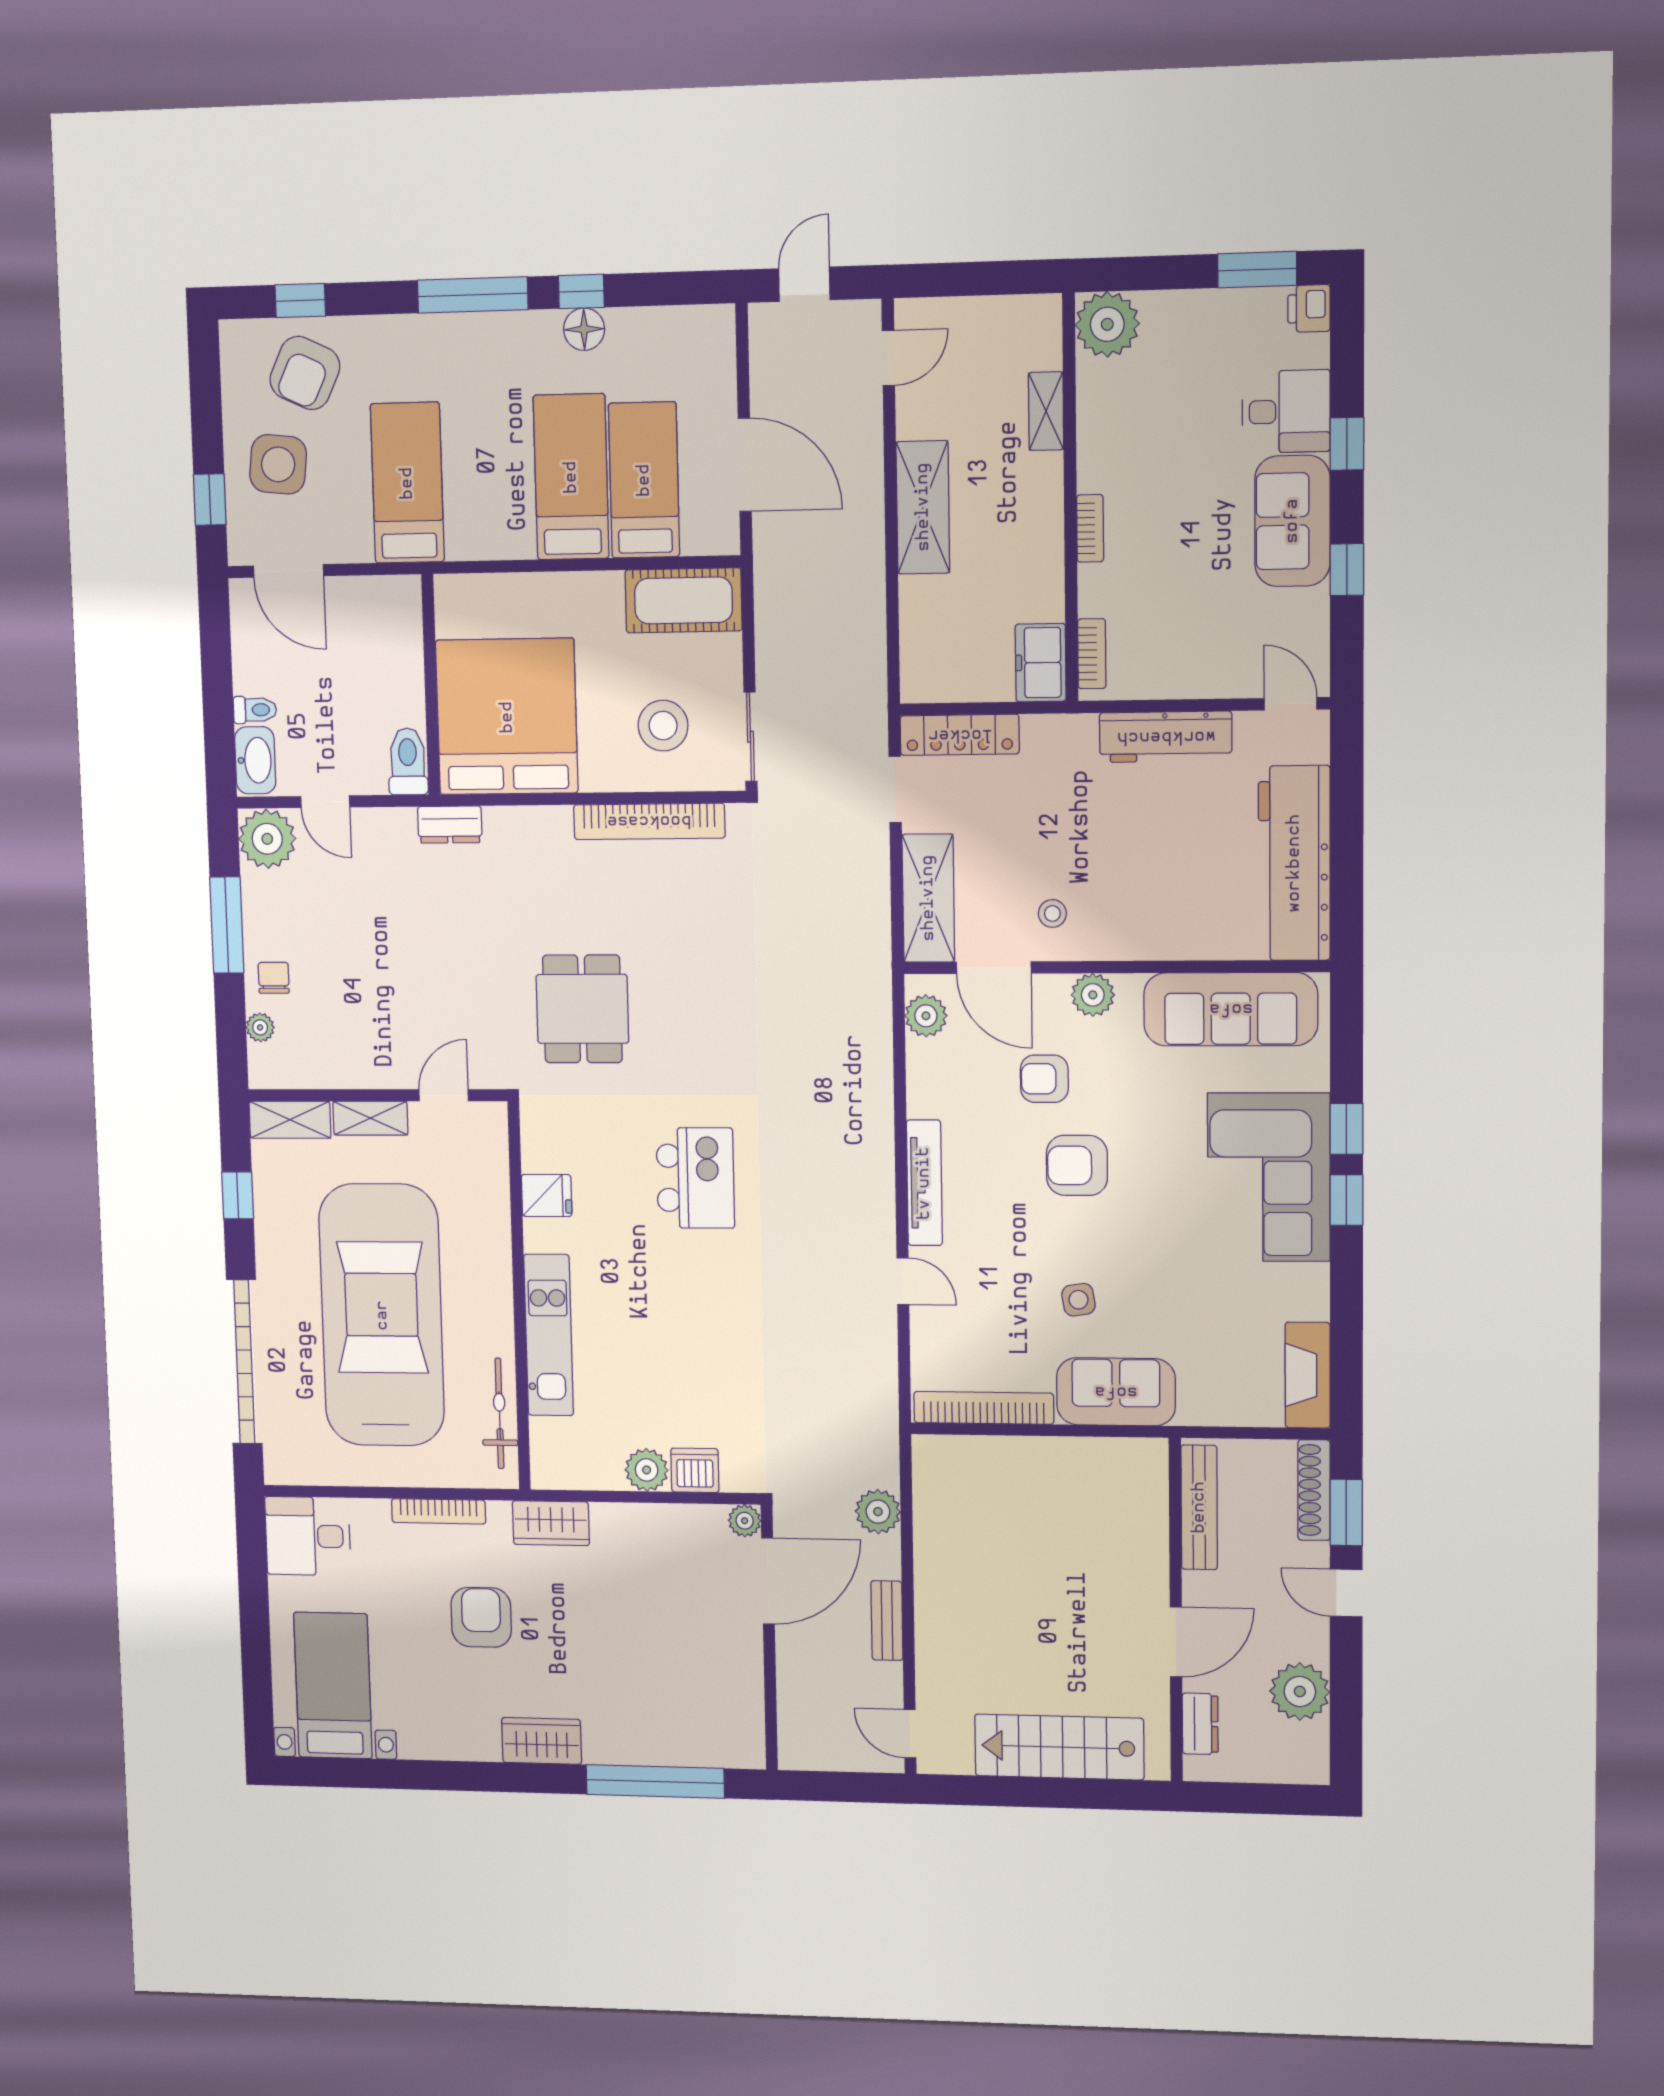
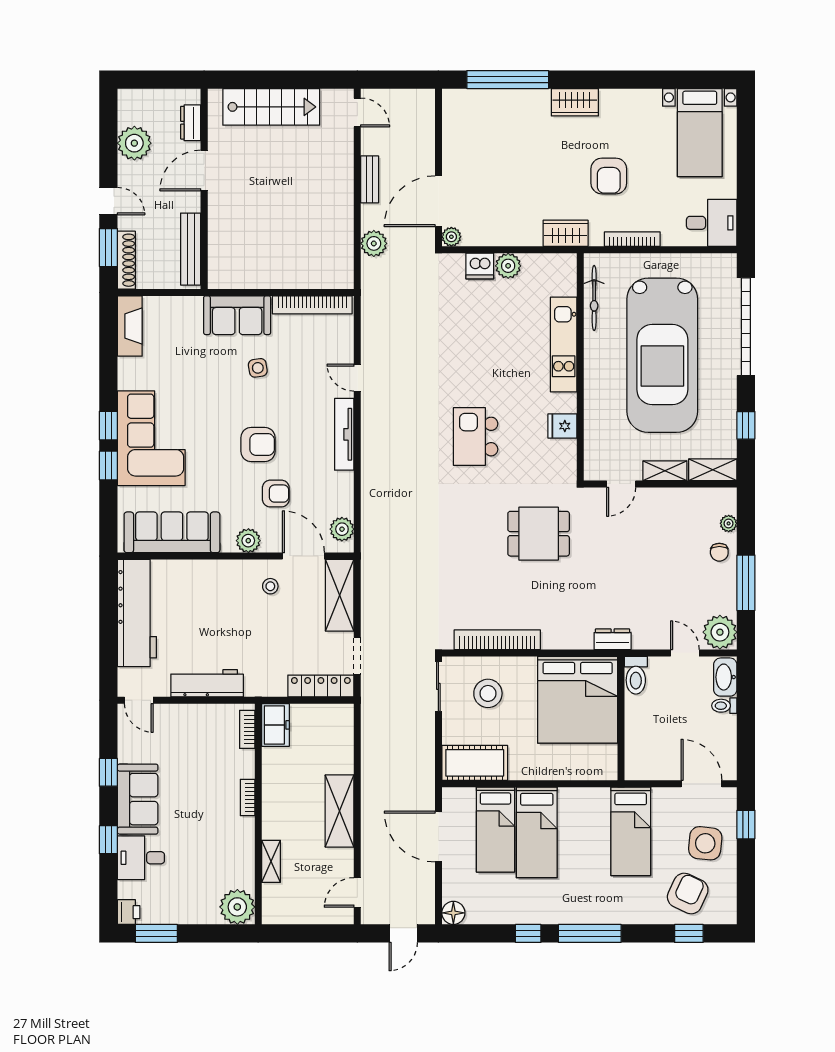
floor lamp: (584, 329) -> (453, 913), moved
dining table: (582, 1009) -> (539, 534), turned 90

